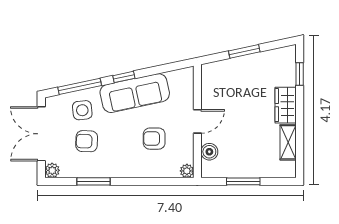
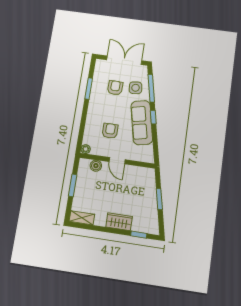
shelving: (288, 142) -> (82, 218), moved
plant: (52, 170) -> (100, 64), removed

